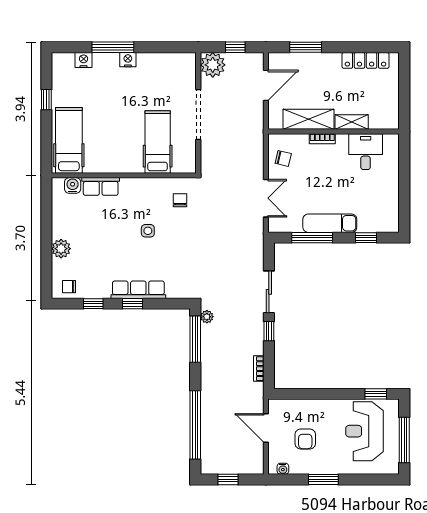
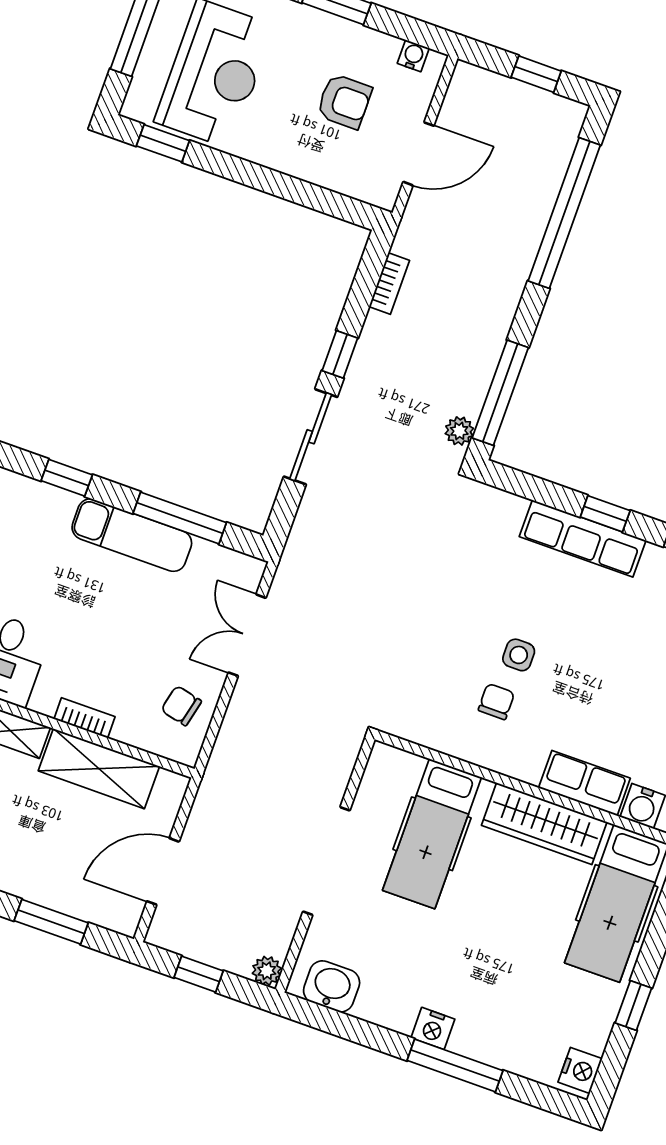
nightstand: (84, 60) -> (580, 1070), moved, turned -90
washbasin: (177, 62) -> (332, 986), added
plant: (213, 65) -> (267, 971), width x0.53, depth x0.53
wardrobe: (112, 163) -> (544, 824), added
chair: (180, 200) -> (496, 702), moved, turned 180
door: (266, 428) -> (418, 154), hinge flipped
armchair: (305, 439) -> (344, 101), turned 90

